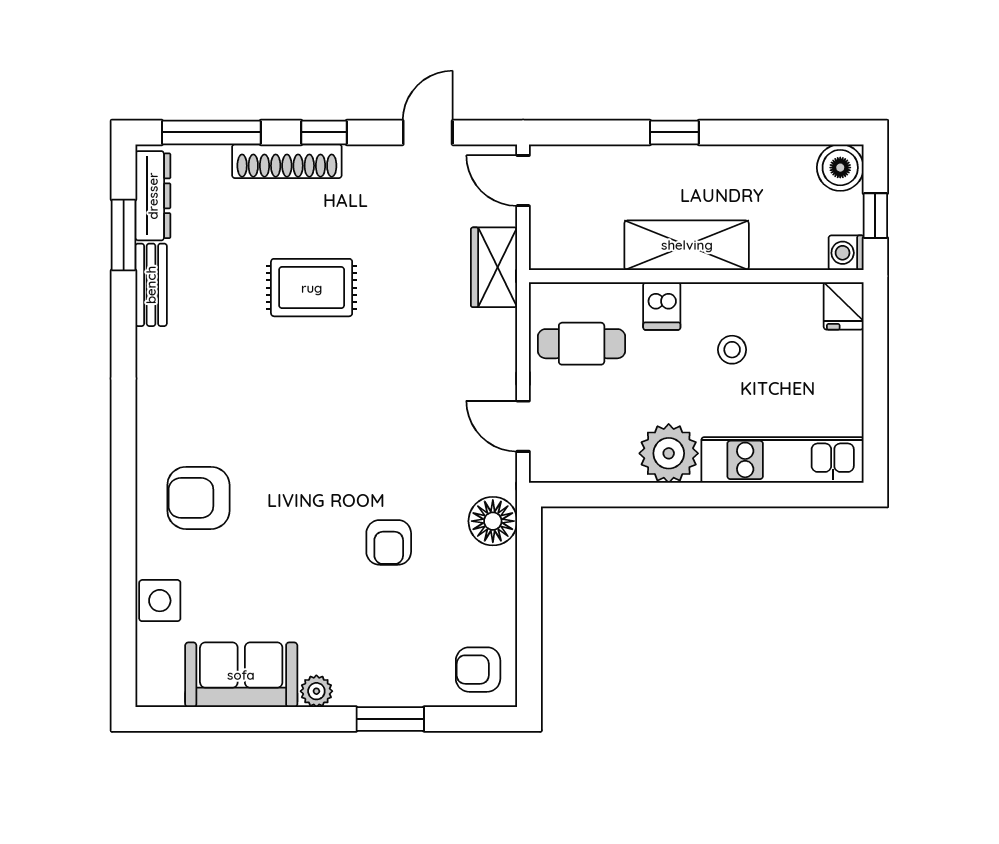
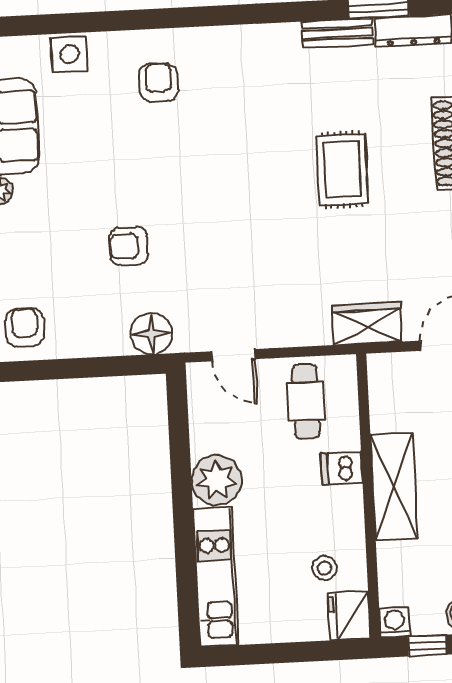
fridge: (844, 306) -> (349, 616), width x1.38
stool: (732, 350) -> (324, 568), moved
door: (523, 426) -> (233, 355), swing flipped
armchair: (198, 498) -> (158, 82), width x0.72, depth x0.72

